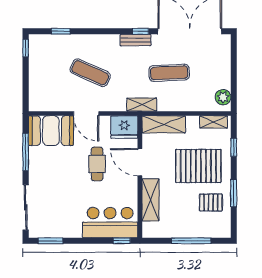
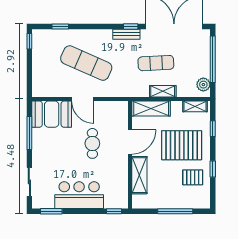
window: (234, 68) -> (213, 59), added
exercise mat: (90, 73) -> (86, 63), width x1.36, depth x1.45
shelving: (142, 105) -> (163, 91), moved
fridge: (124, 127) -> (116, 111), removed
door: (140, 162) -> (130, 142), swing flipped
window: (234, 193) -> (213, 169), width x0.67
sliding door: (26, 207) -> (29, 182), width x0.73
bar counter: (110, 223) -> (79, 195), moved

